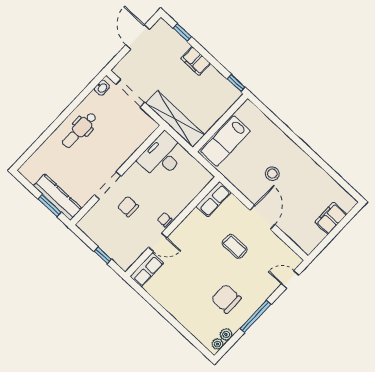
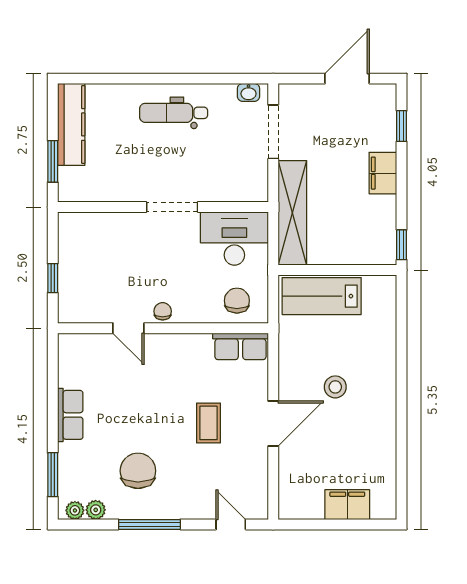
doorway: (108, 185) -> (172, 207), moved
kitchen counter: (58, 197) -> (71, 124), moved
chair: (128, 206) -> (237, 301), moved
row of seats: (147, 270) -> (70, 415), moved, turned -90
window: (192, 339) -> (53, 475), added

